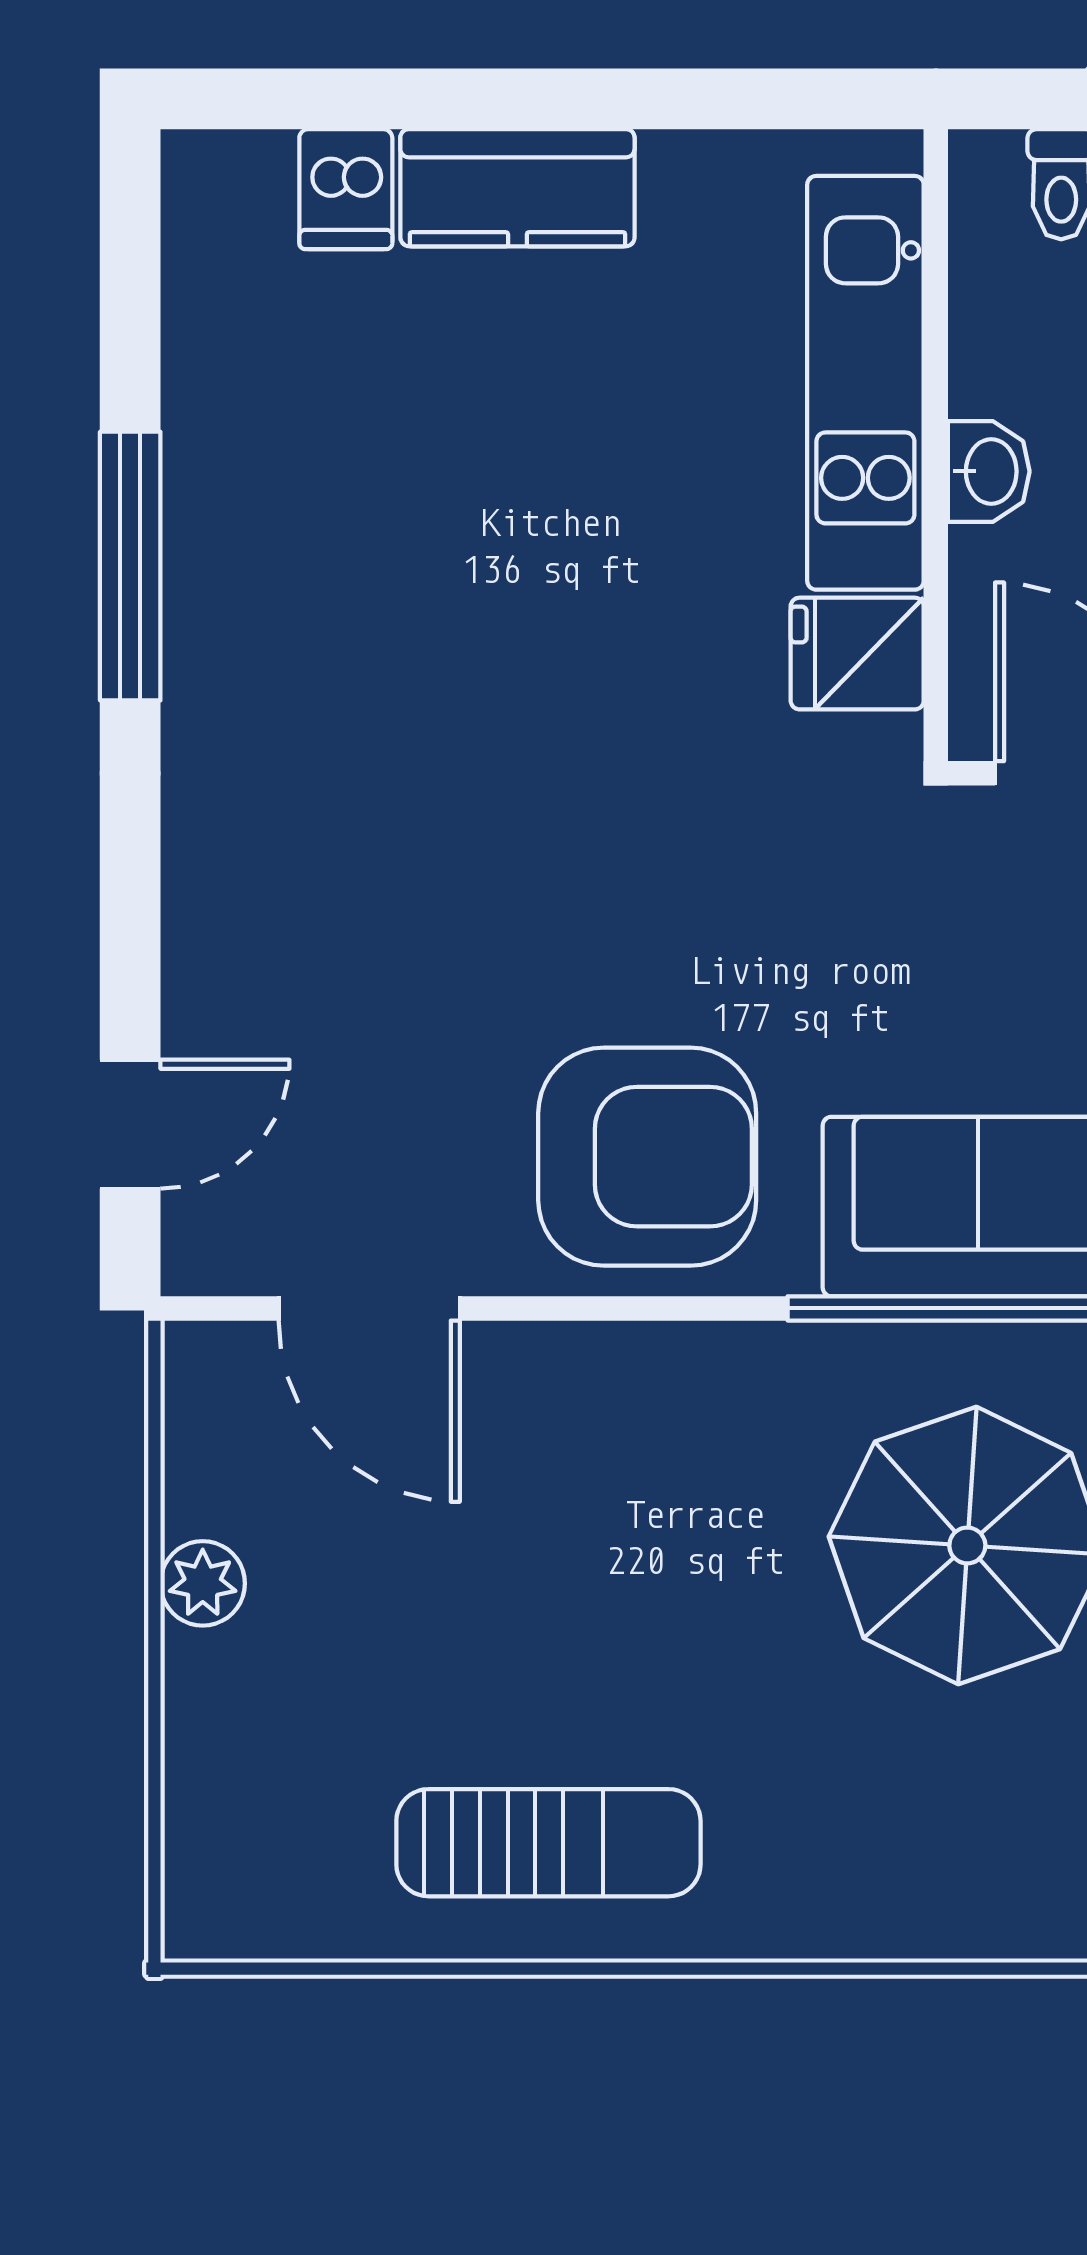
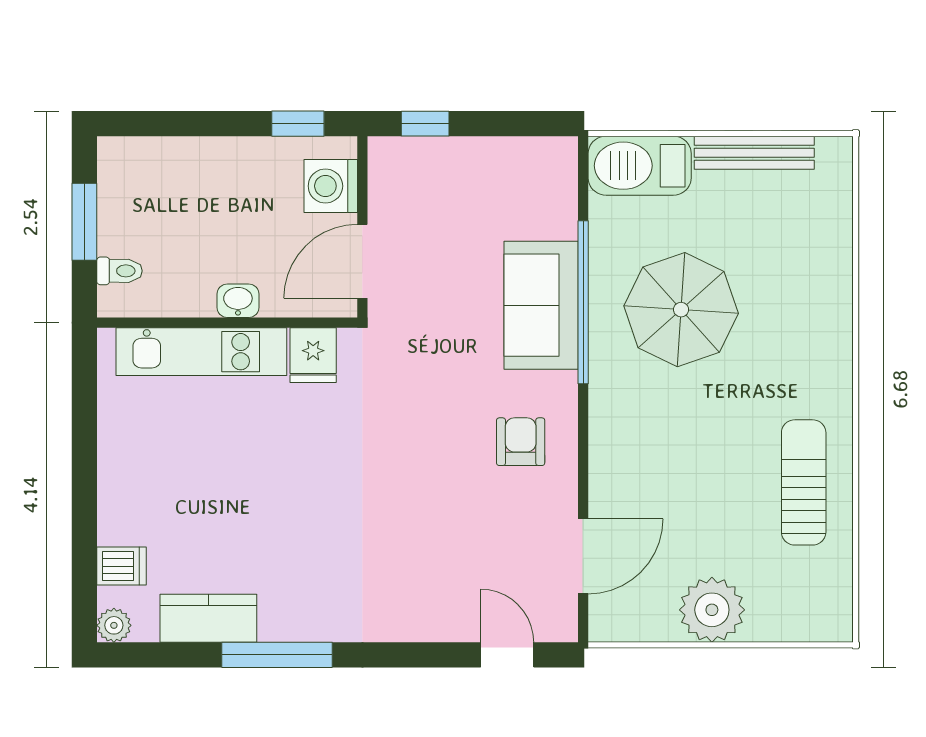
plant: (202, 171) -> (114, 625), added
kitchen counter: (517, 188) -> (208, 618), moved, turned -90
armchair: (647, 1157) -> (521, 442), width x0.53, depth x0.53
plant: (203, 1583) -> (712, 610), width x1.87, depth x1.87

